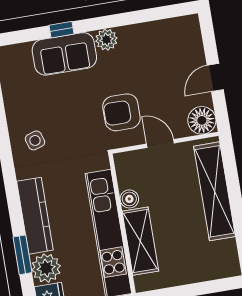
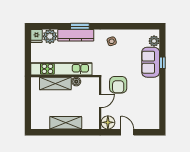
plant: (106, 40) -> (154, 41), moved
armchair: (121, 112) -> (118, 85), turned 180
shelving: (215, 191) -> (66, 123), width x0.68
window: (23, 255) -> (80, 26), moved

